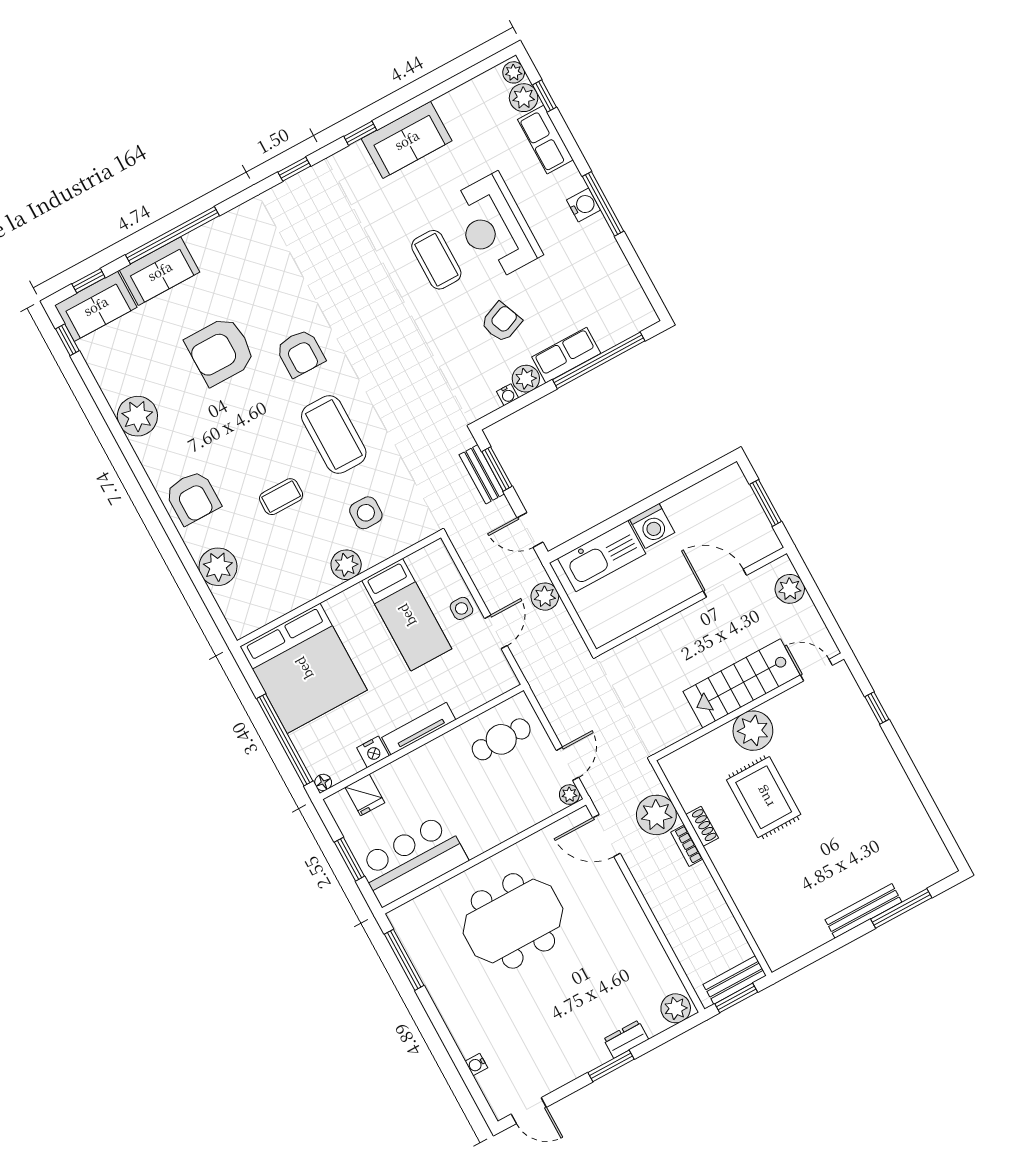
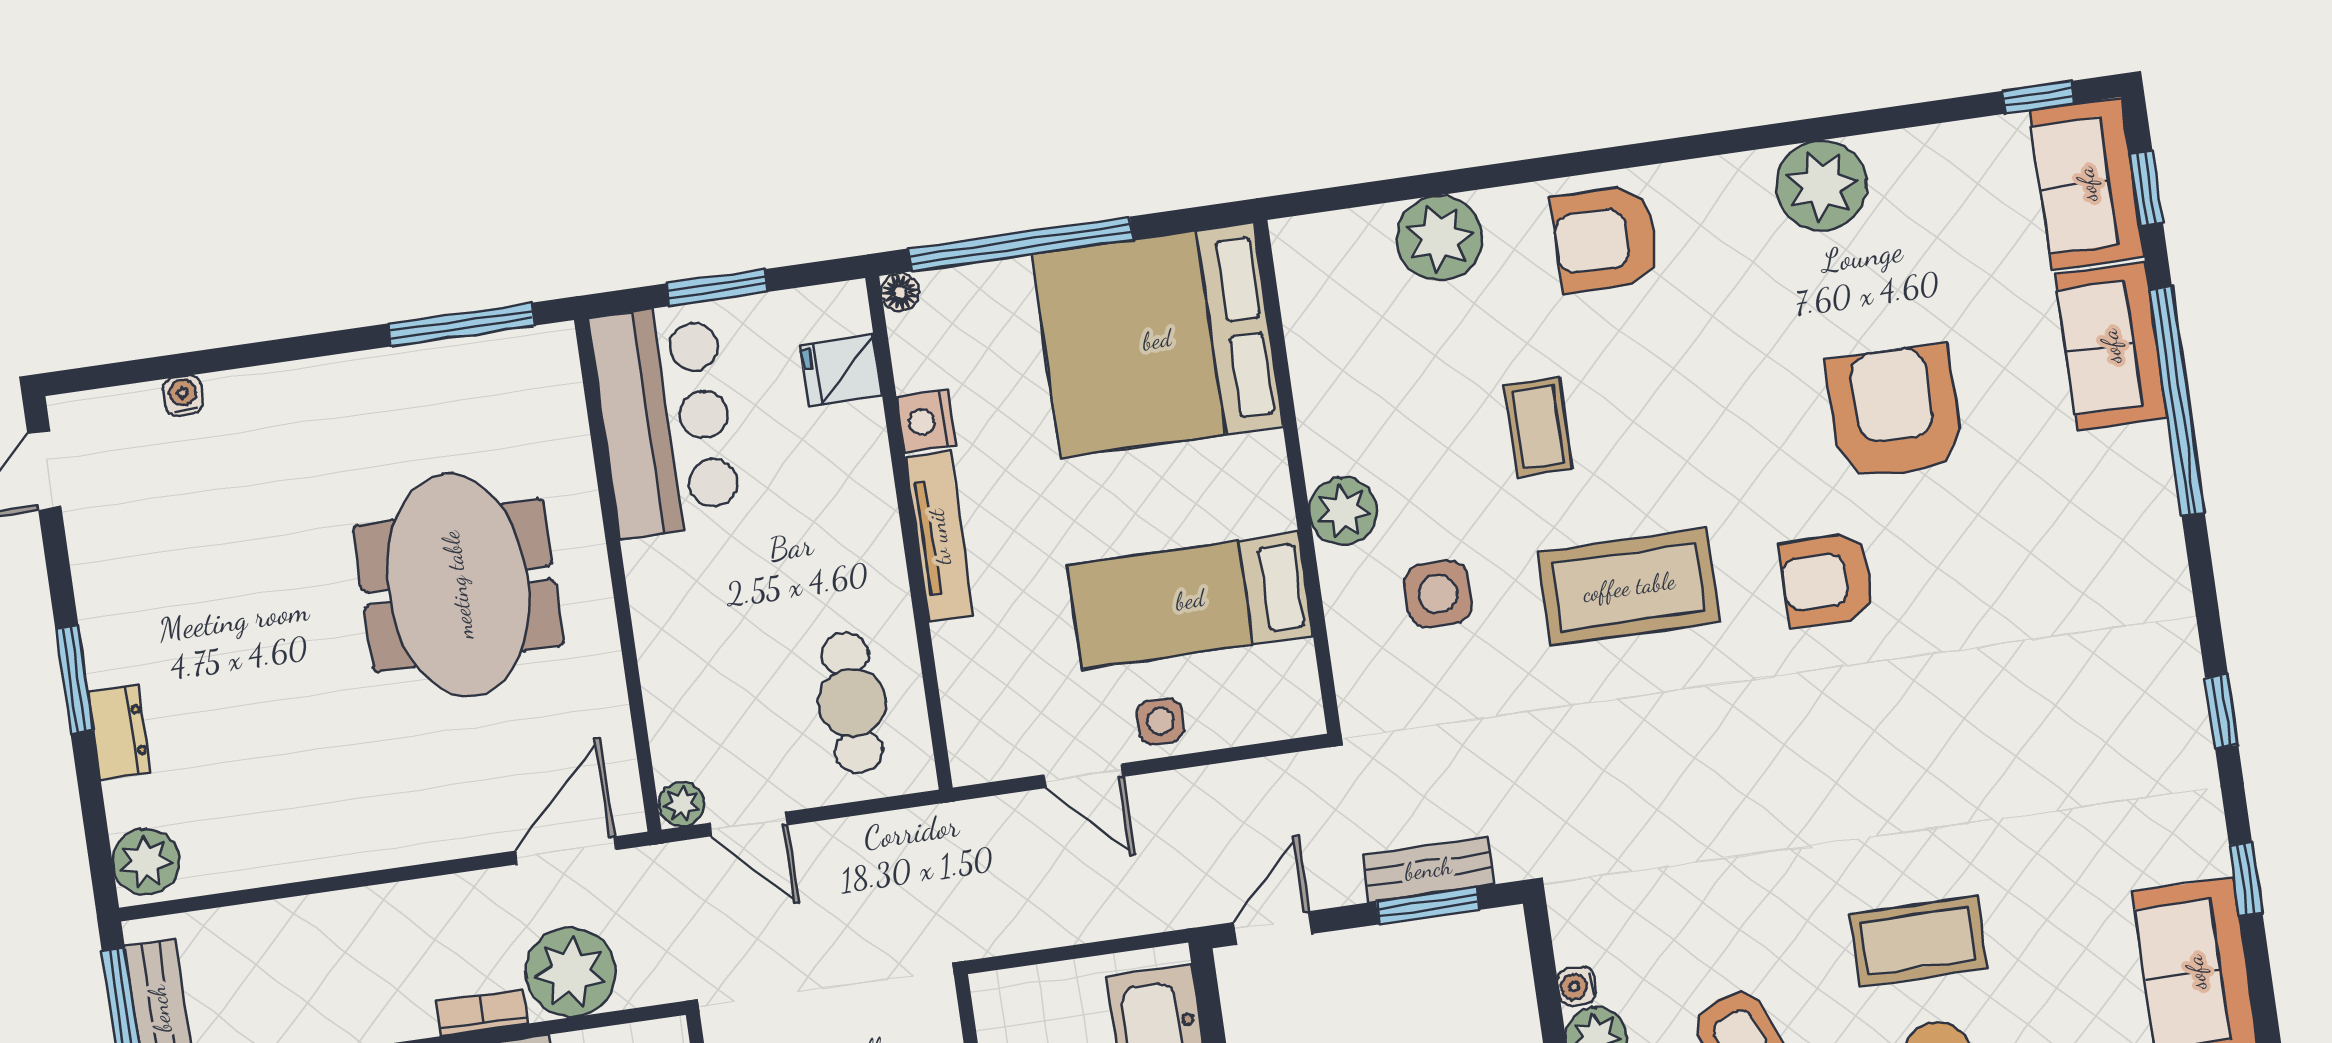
plant: (545, 597) -> (1120, 907), removed

